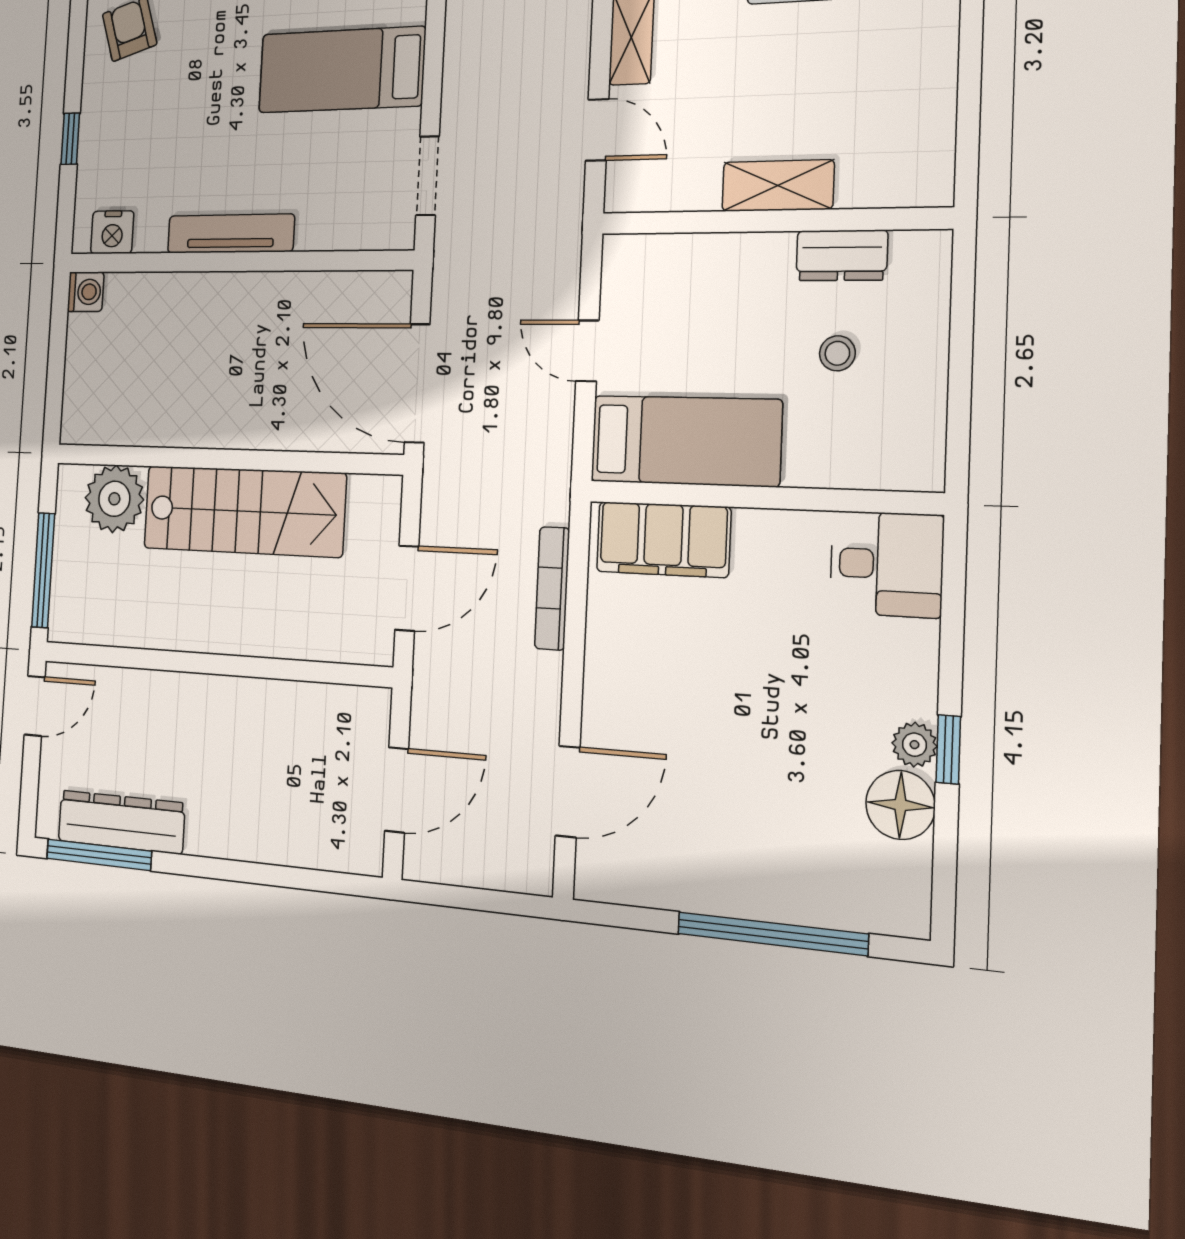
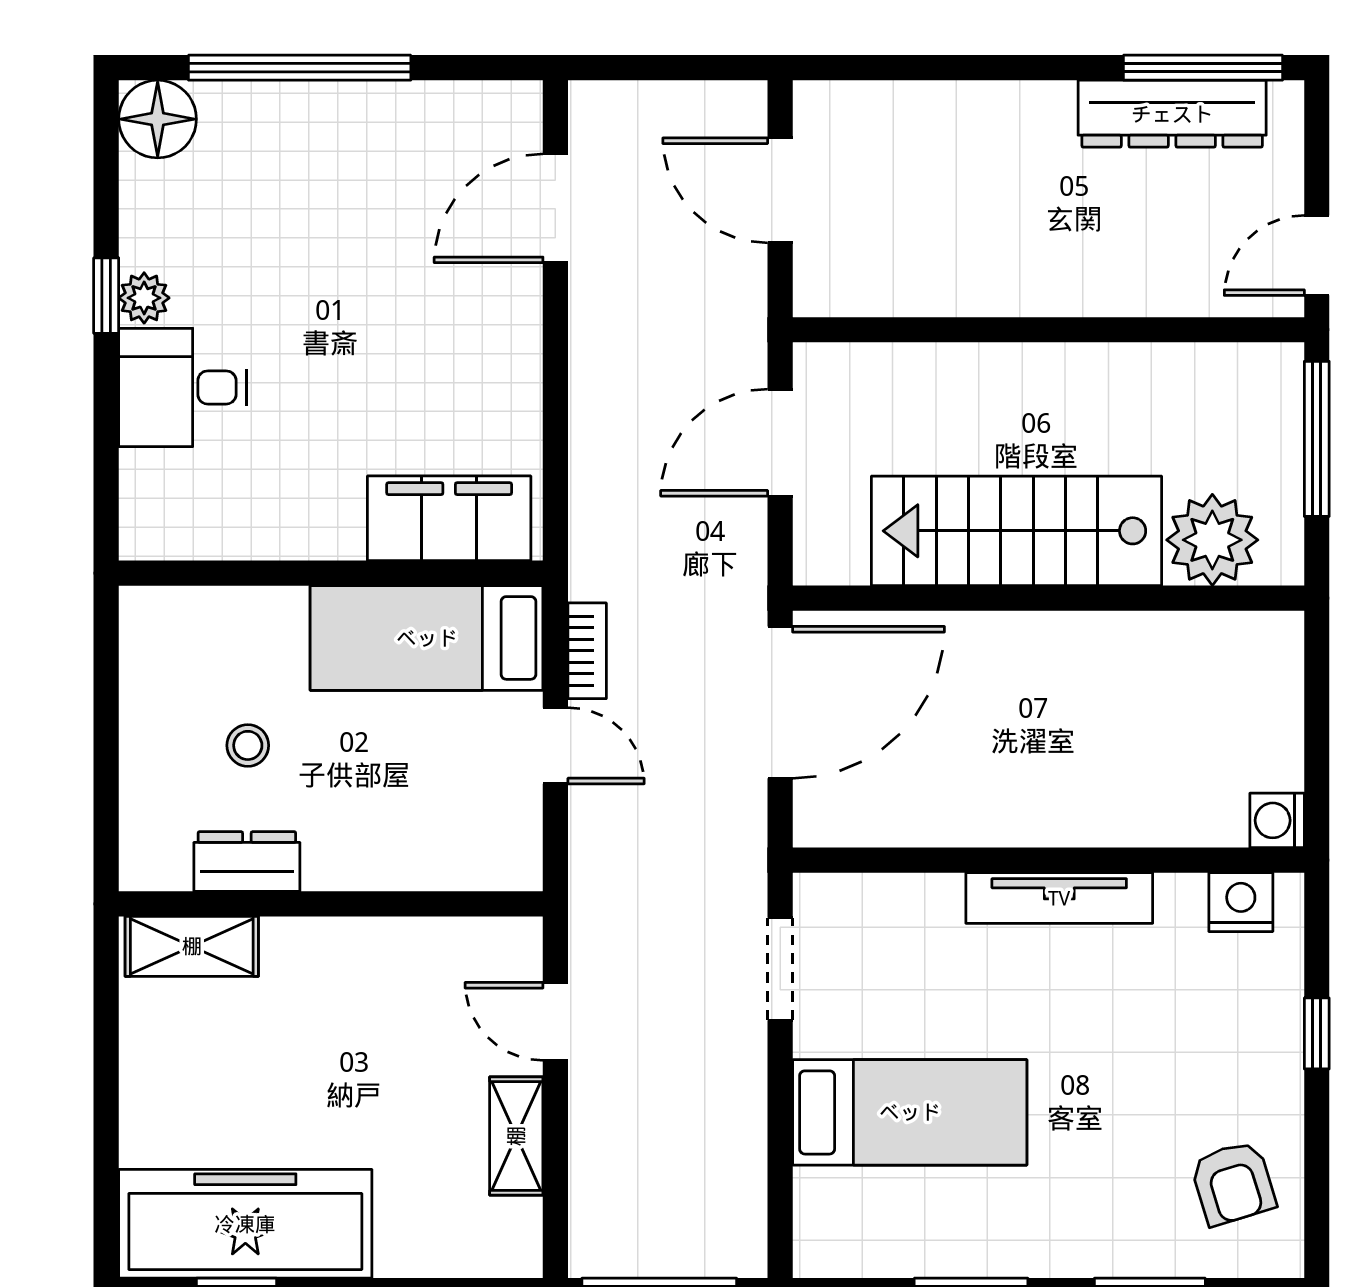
shelving: (778, 186) -> (192, 946), moved
door: (417, 383) -> (780, 702), hinge flipped
desk: (886, 564) -> (182, 387), moved
bookcase: (552, 588) -> (587, 651), moved, width x0.64
door: (397, 790) -> (780, 190), hinge flipped
floor lamp: (900, 805) -> (158, 119), moved

